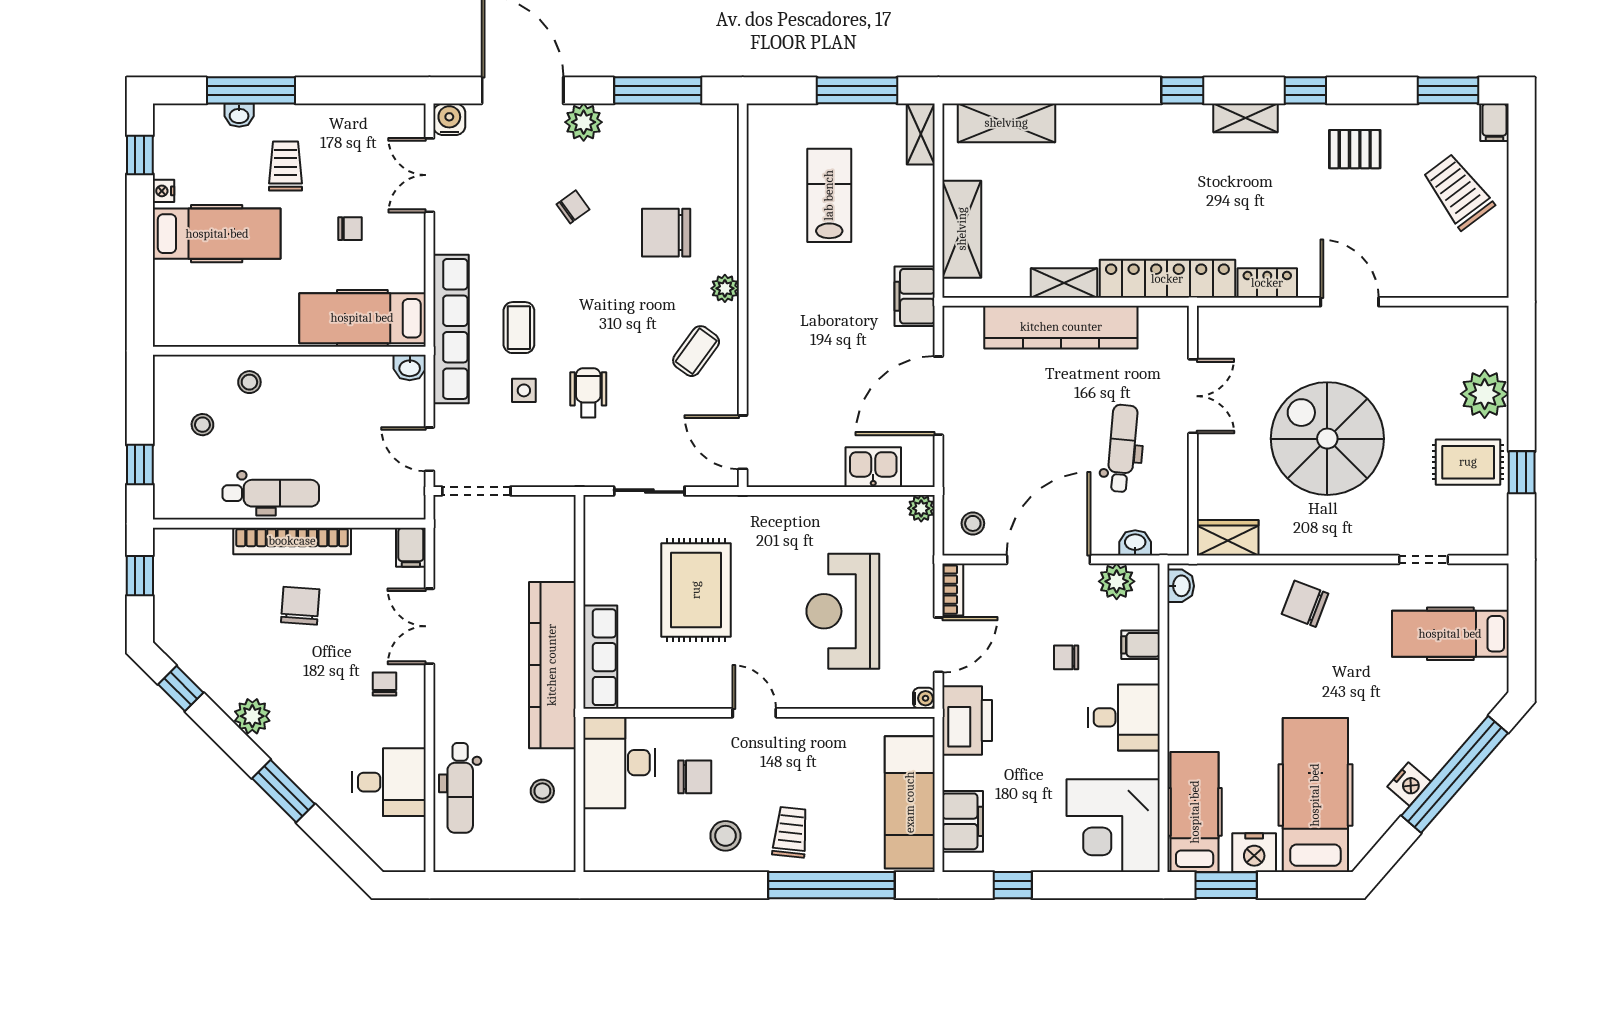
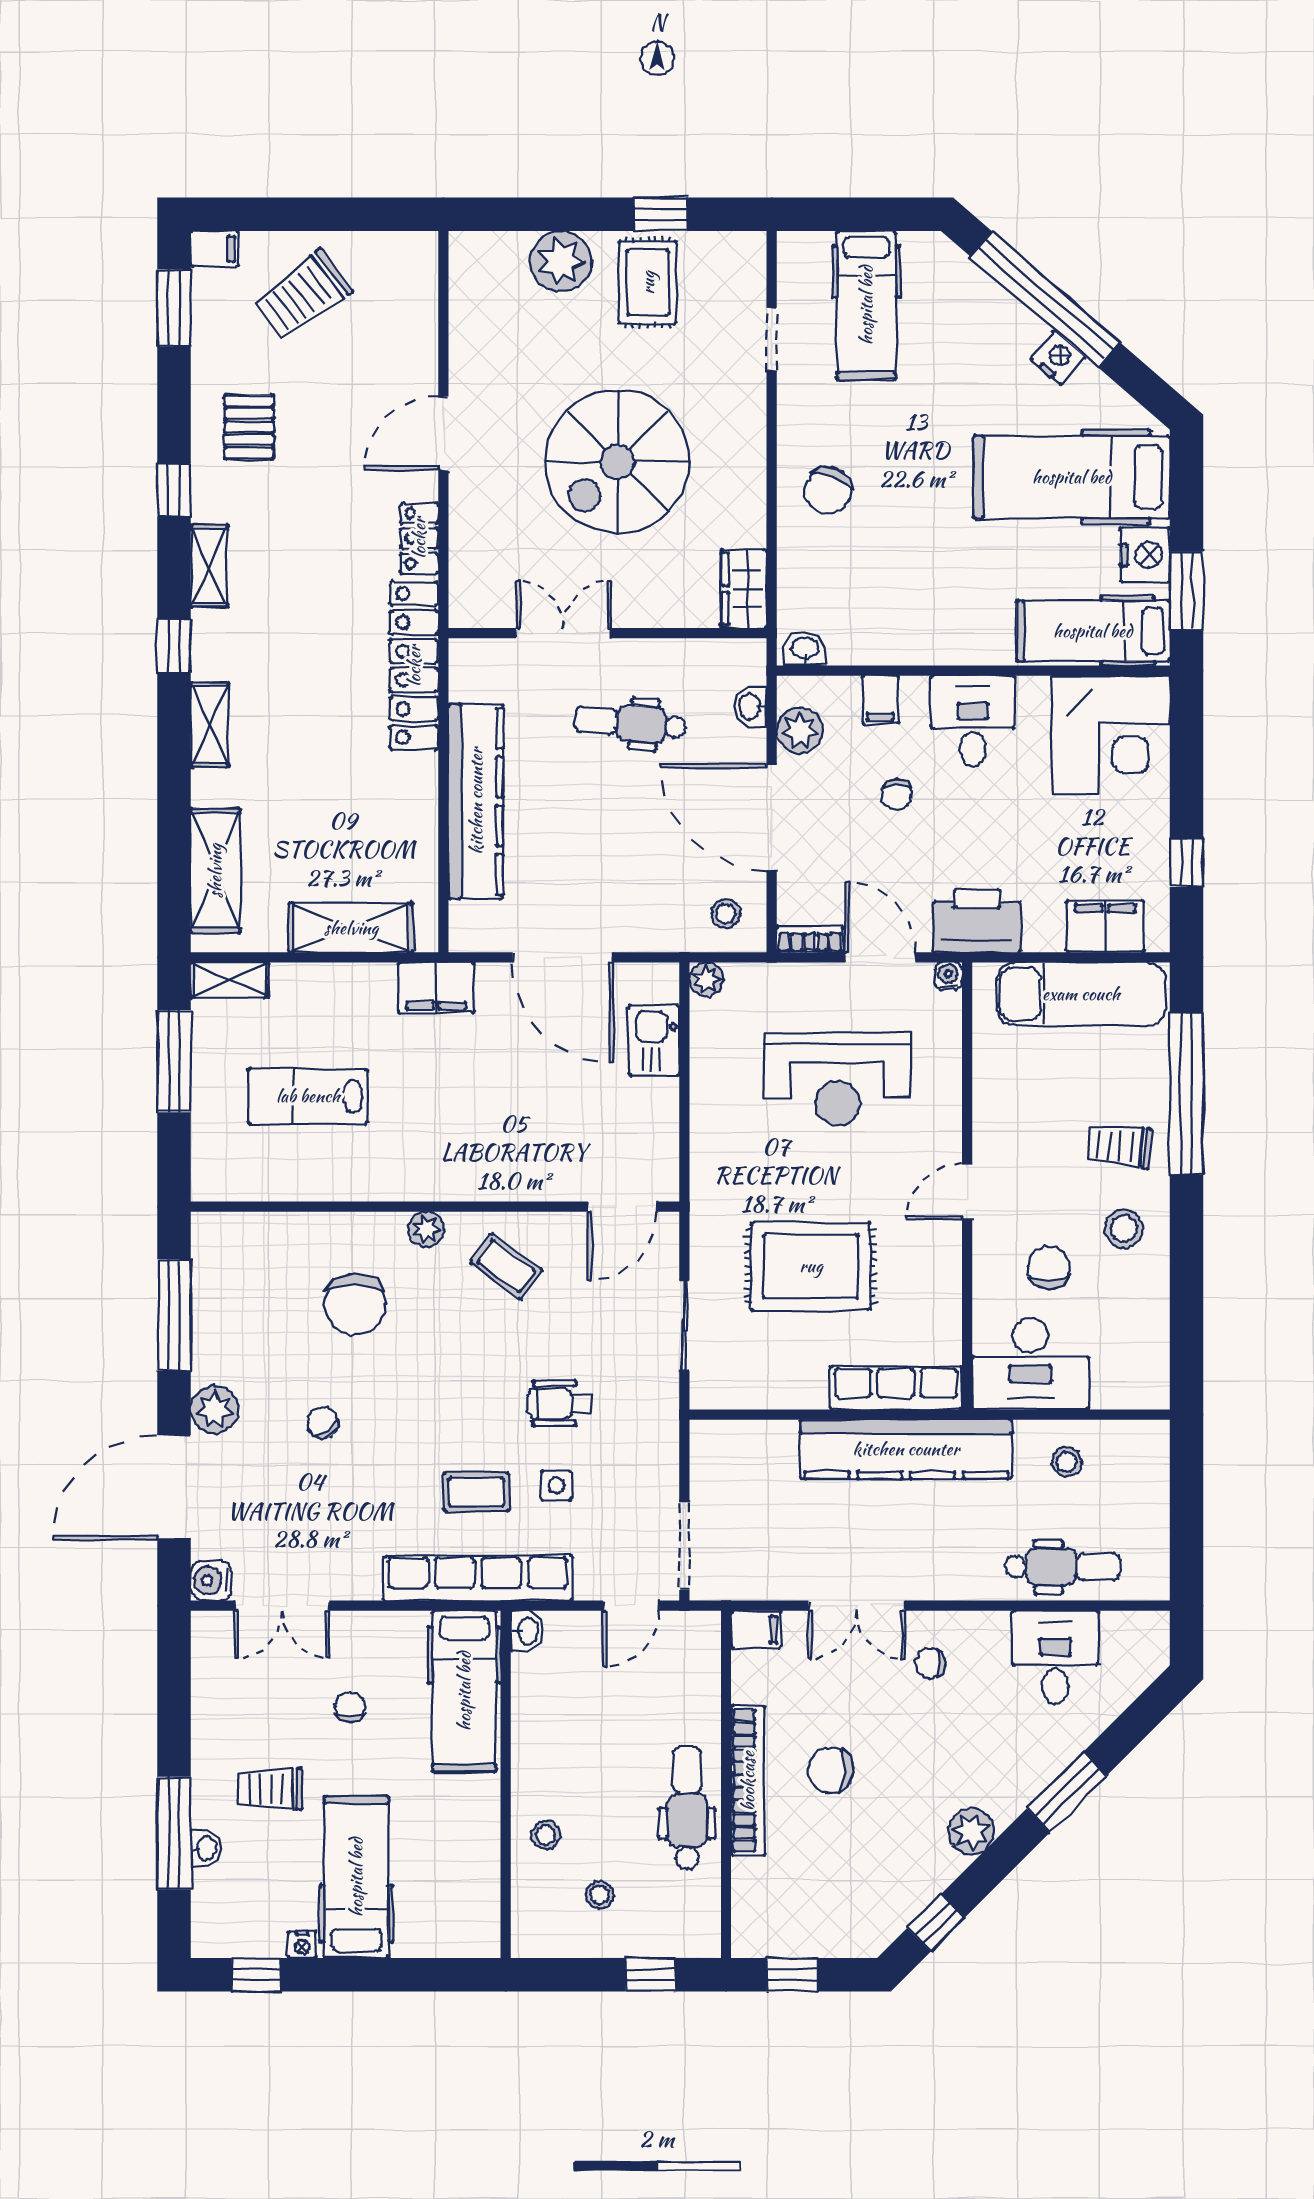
shelving: (1064, 283) -> (210, 725), moved

